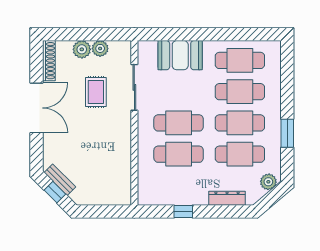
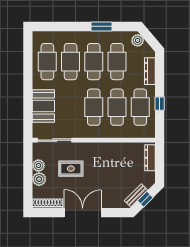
sliding door: (134, 87) -> (55, 140), moved
cafe table: (179, 185) -> (140, 107), added
dresser: (111, 199) -> (150, 158), added

